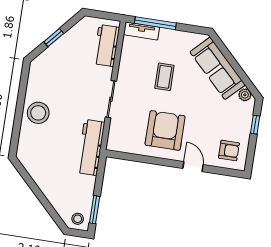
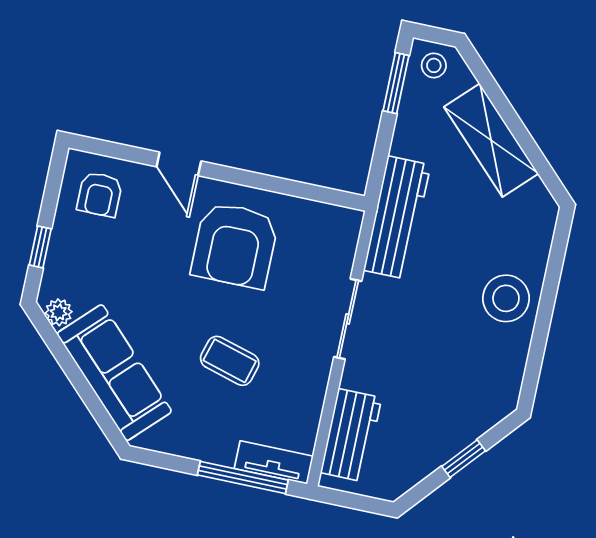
coffee table: (164, 77) -> (230, 361), turned -74
armchair: (229, 150) -> (100, 194), turned -90
shelving: (49, 186) -> (491, 140), added

